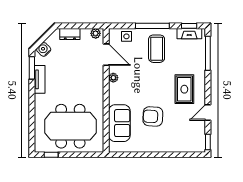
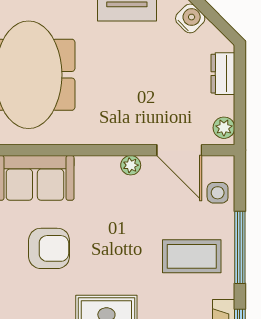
door: (106, 55) -> (179, 150), hinge flipped
armchair: (153, 116) -> (49, 248), turned 87

